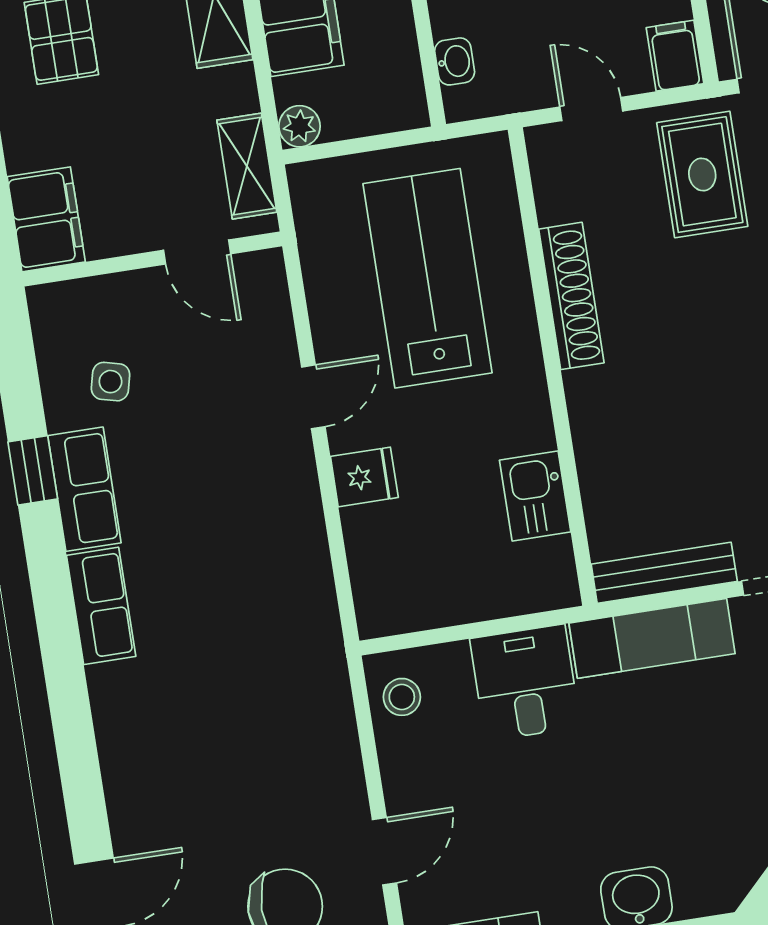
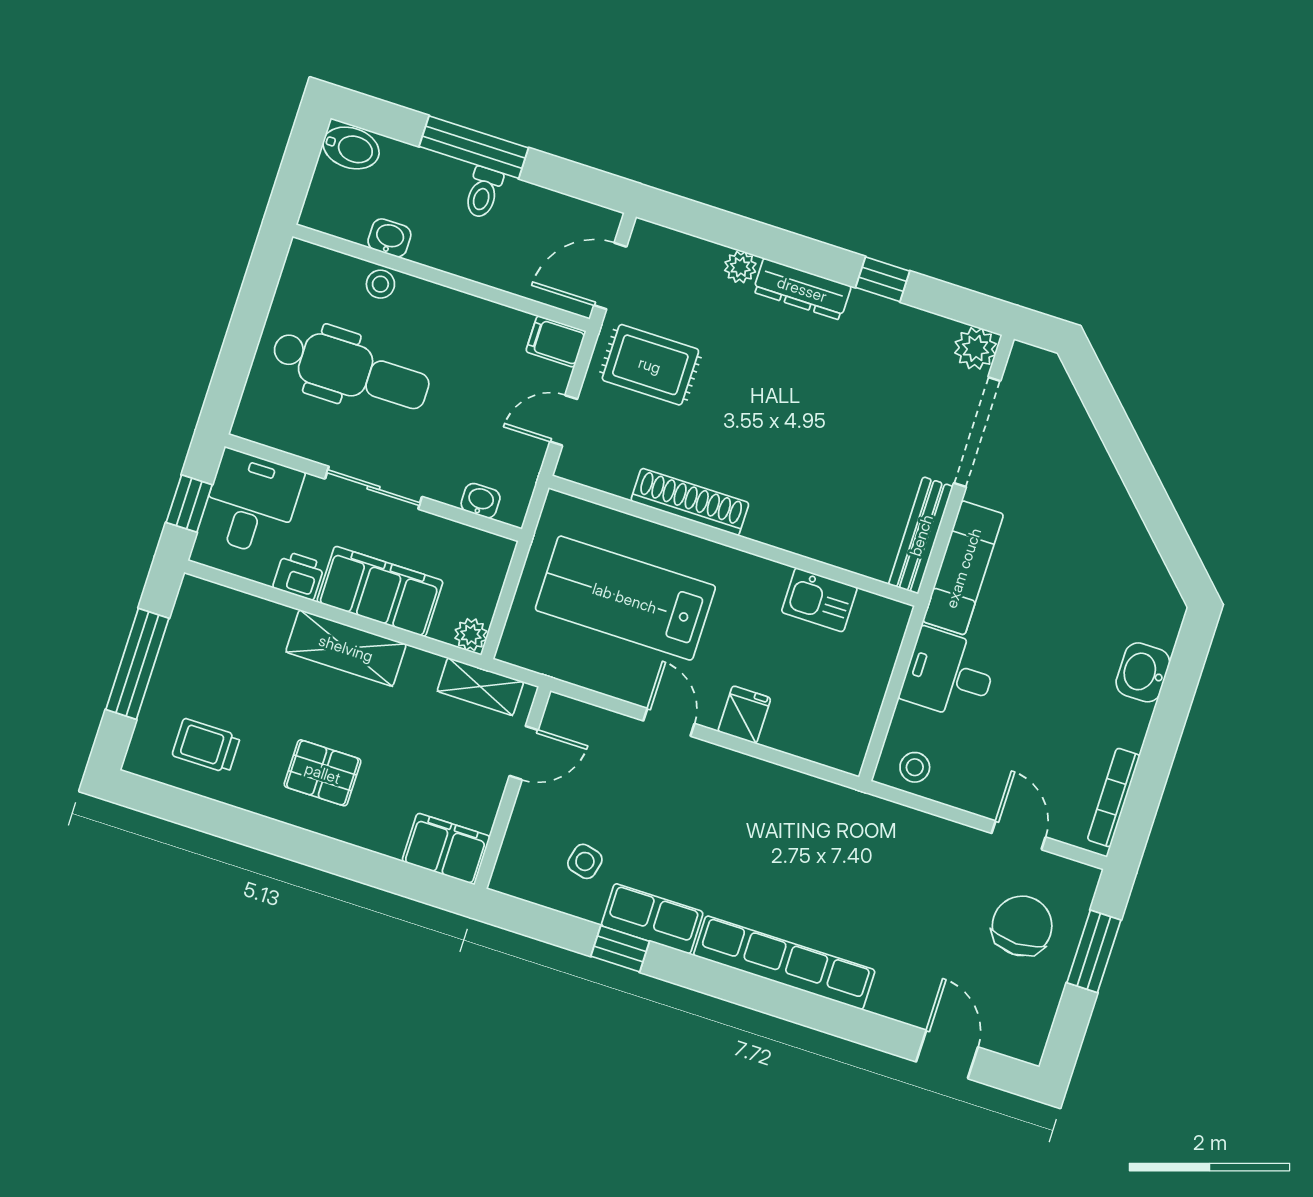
row of seats: (101, 606) -> (784, 963), width x2.02

